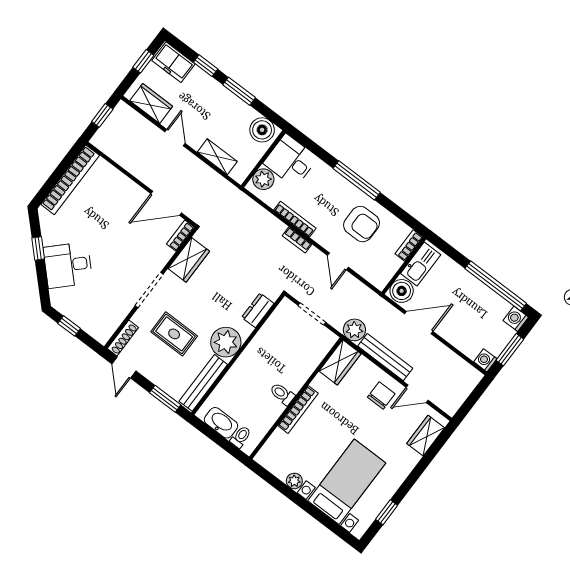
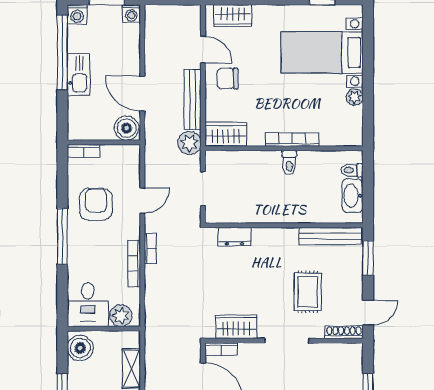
kitchen sink: (421, 264) -> (78, 75), moved, turned 90
plant: (226, 342) -> (282, 243), removed

